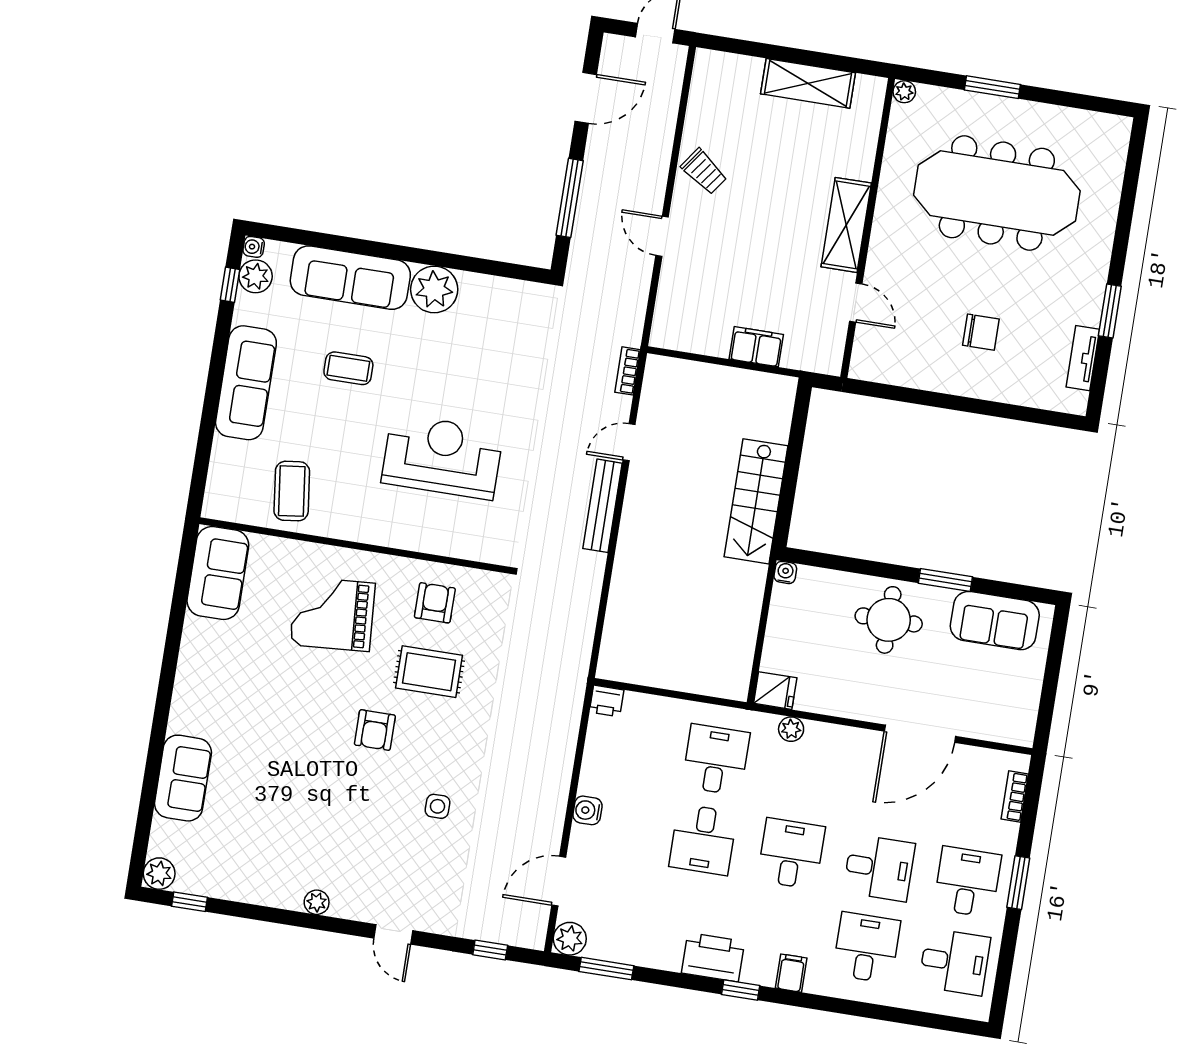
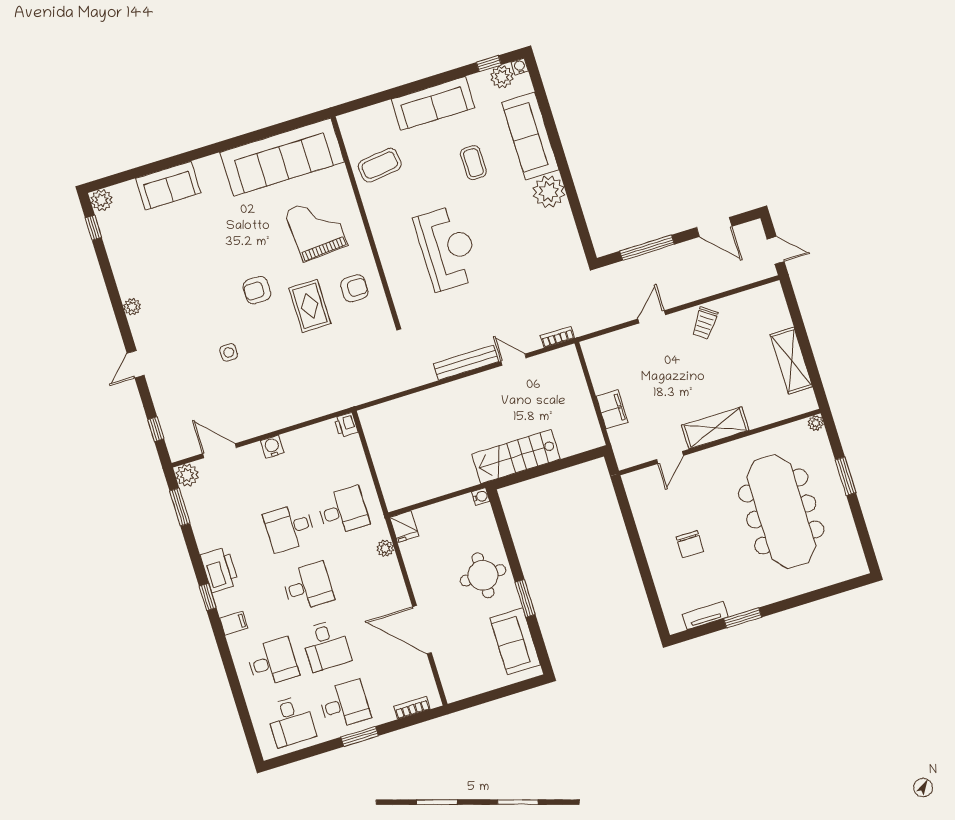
sofa: (218, 573) -> (282, 157), width x1.85, depth x1.27

